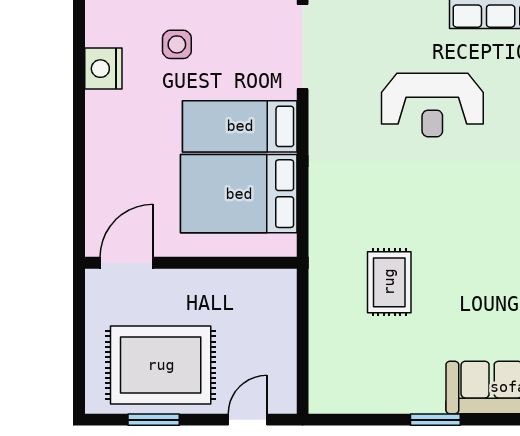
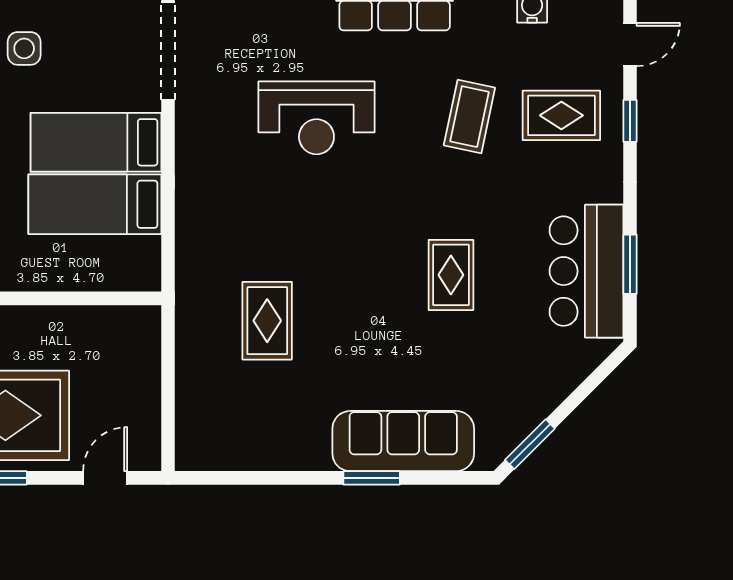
bed: (239, 194) -> (95, 204), width x0.67
window: (435, 420) -> (372, 478), moved

